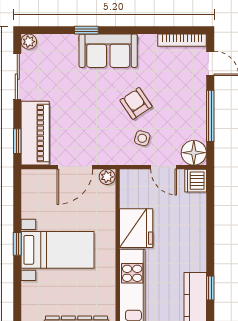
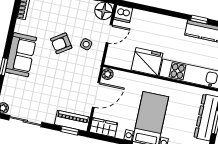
piano: (35, 133) -> (72, 121), width x0.73, depth x0.75
door: (75, 167) -> (96, 95), hinge flipped
wardrobe: (32, 187) -> (104, 127), added

